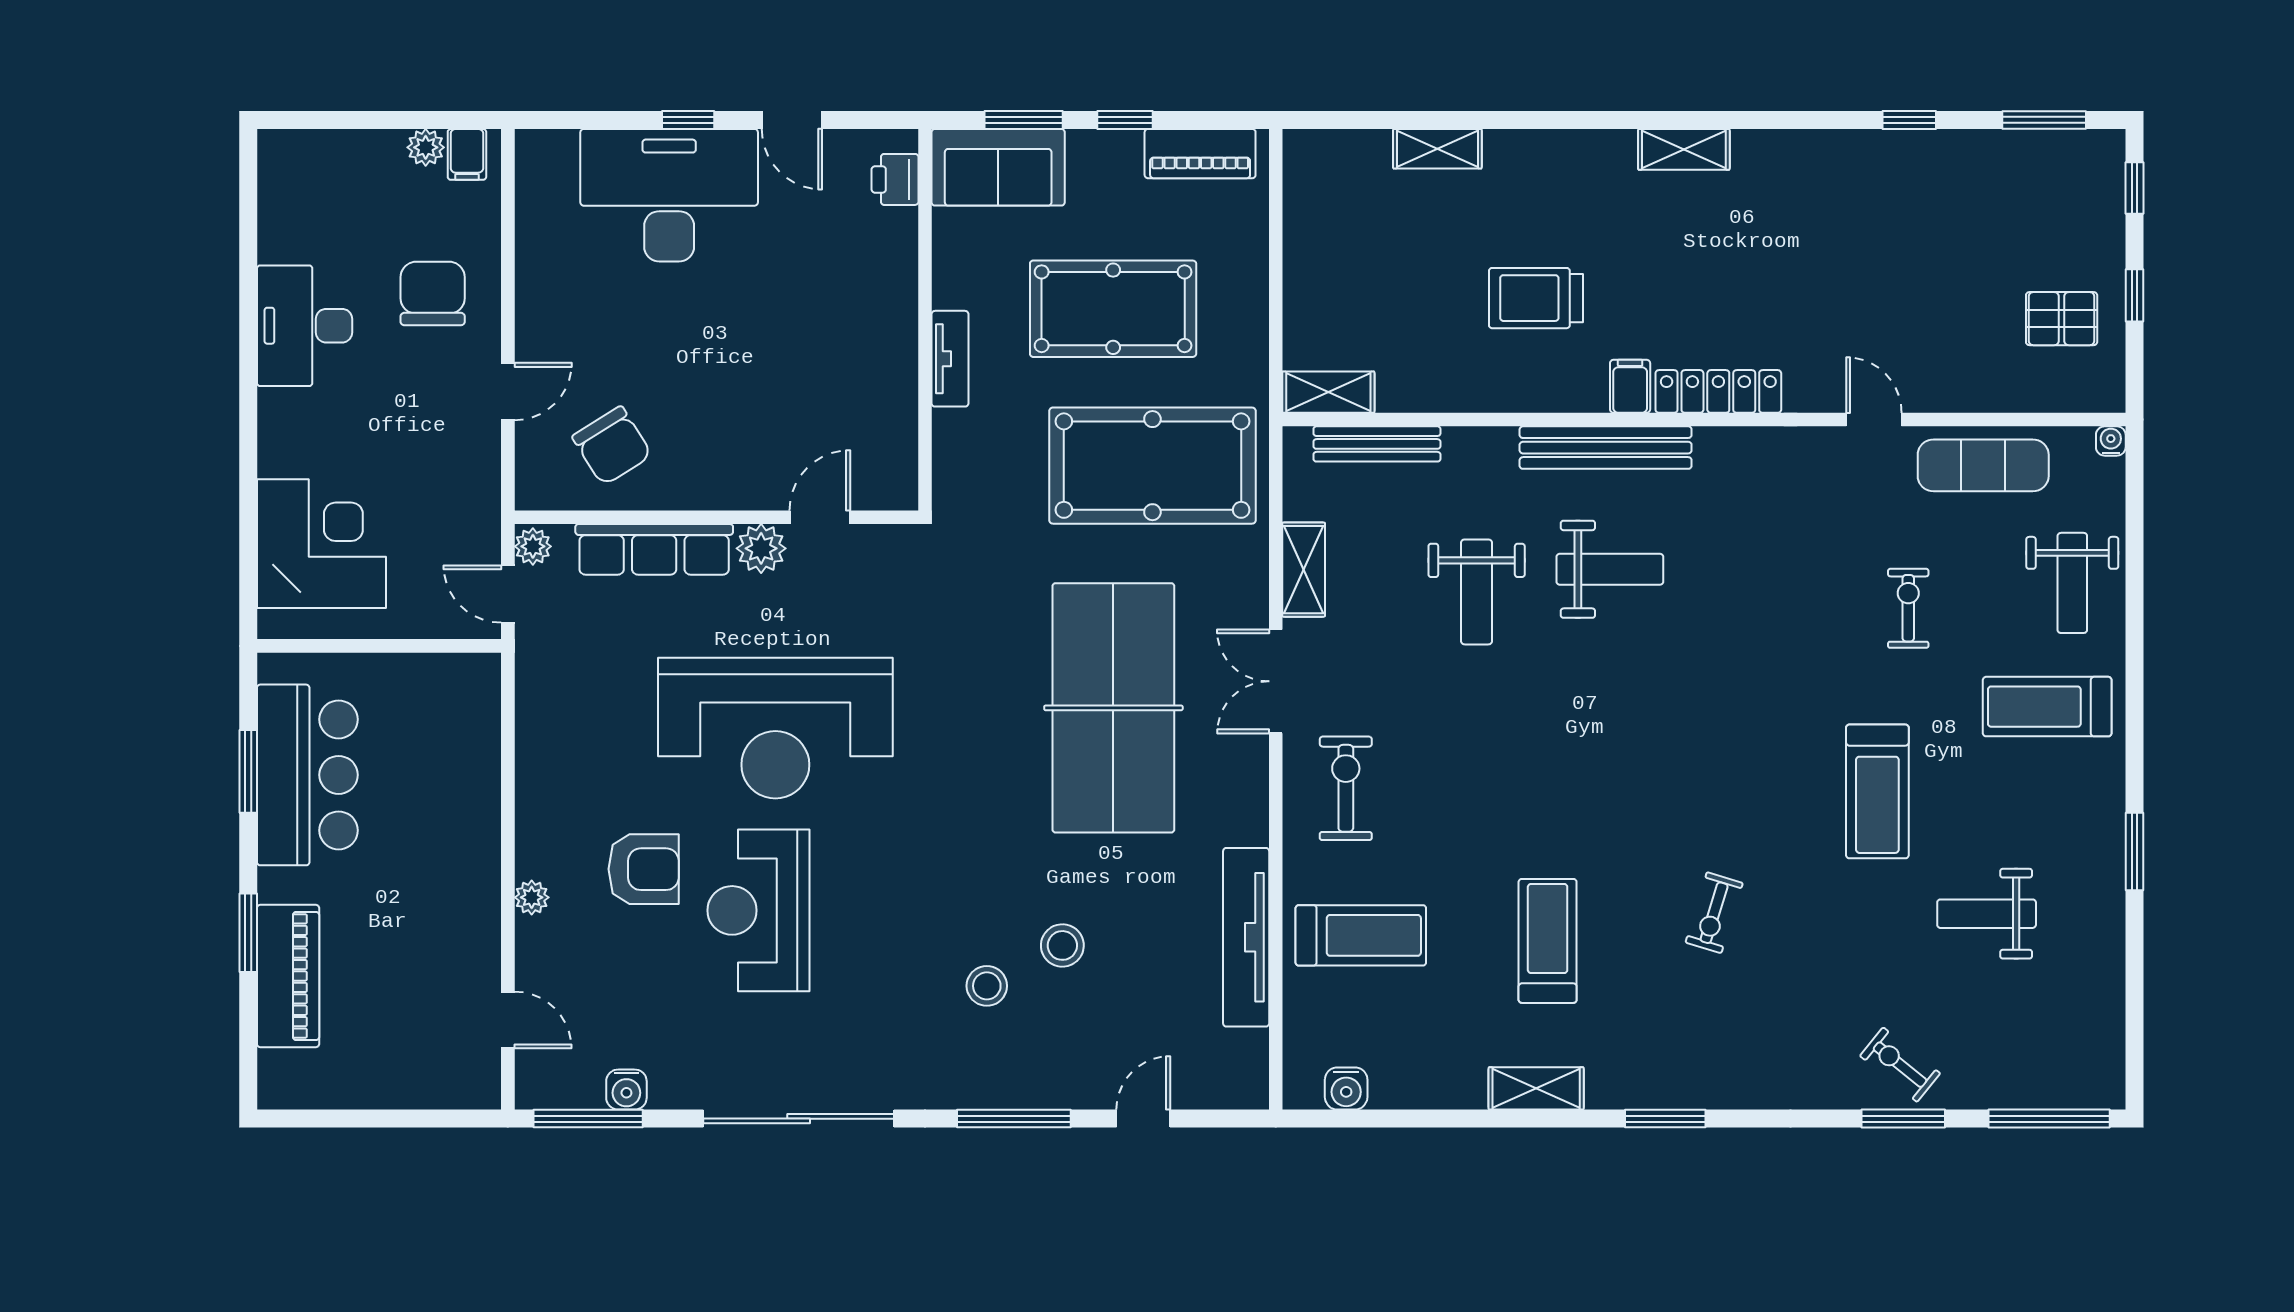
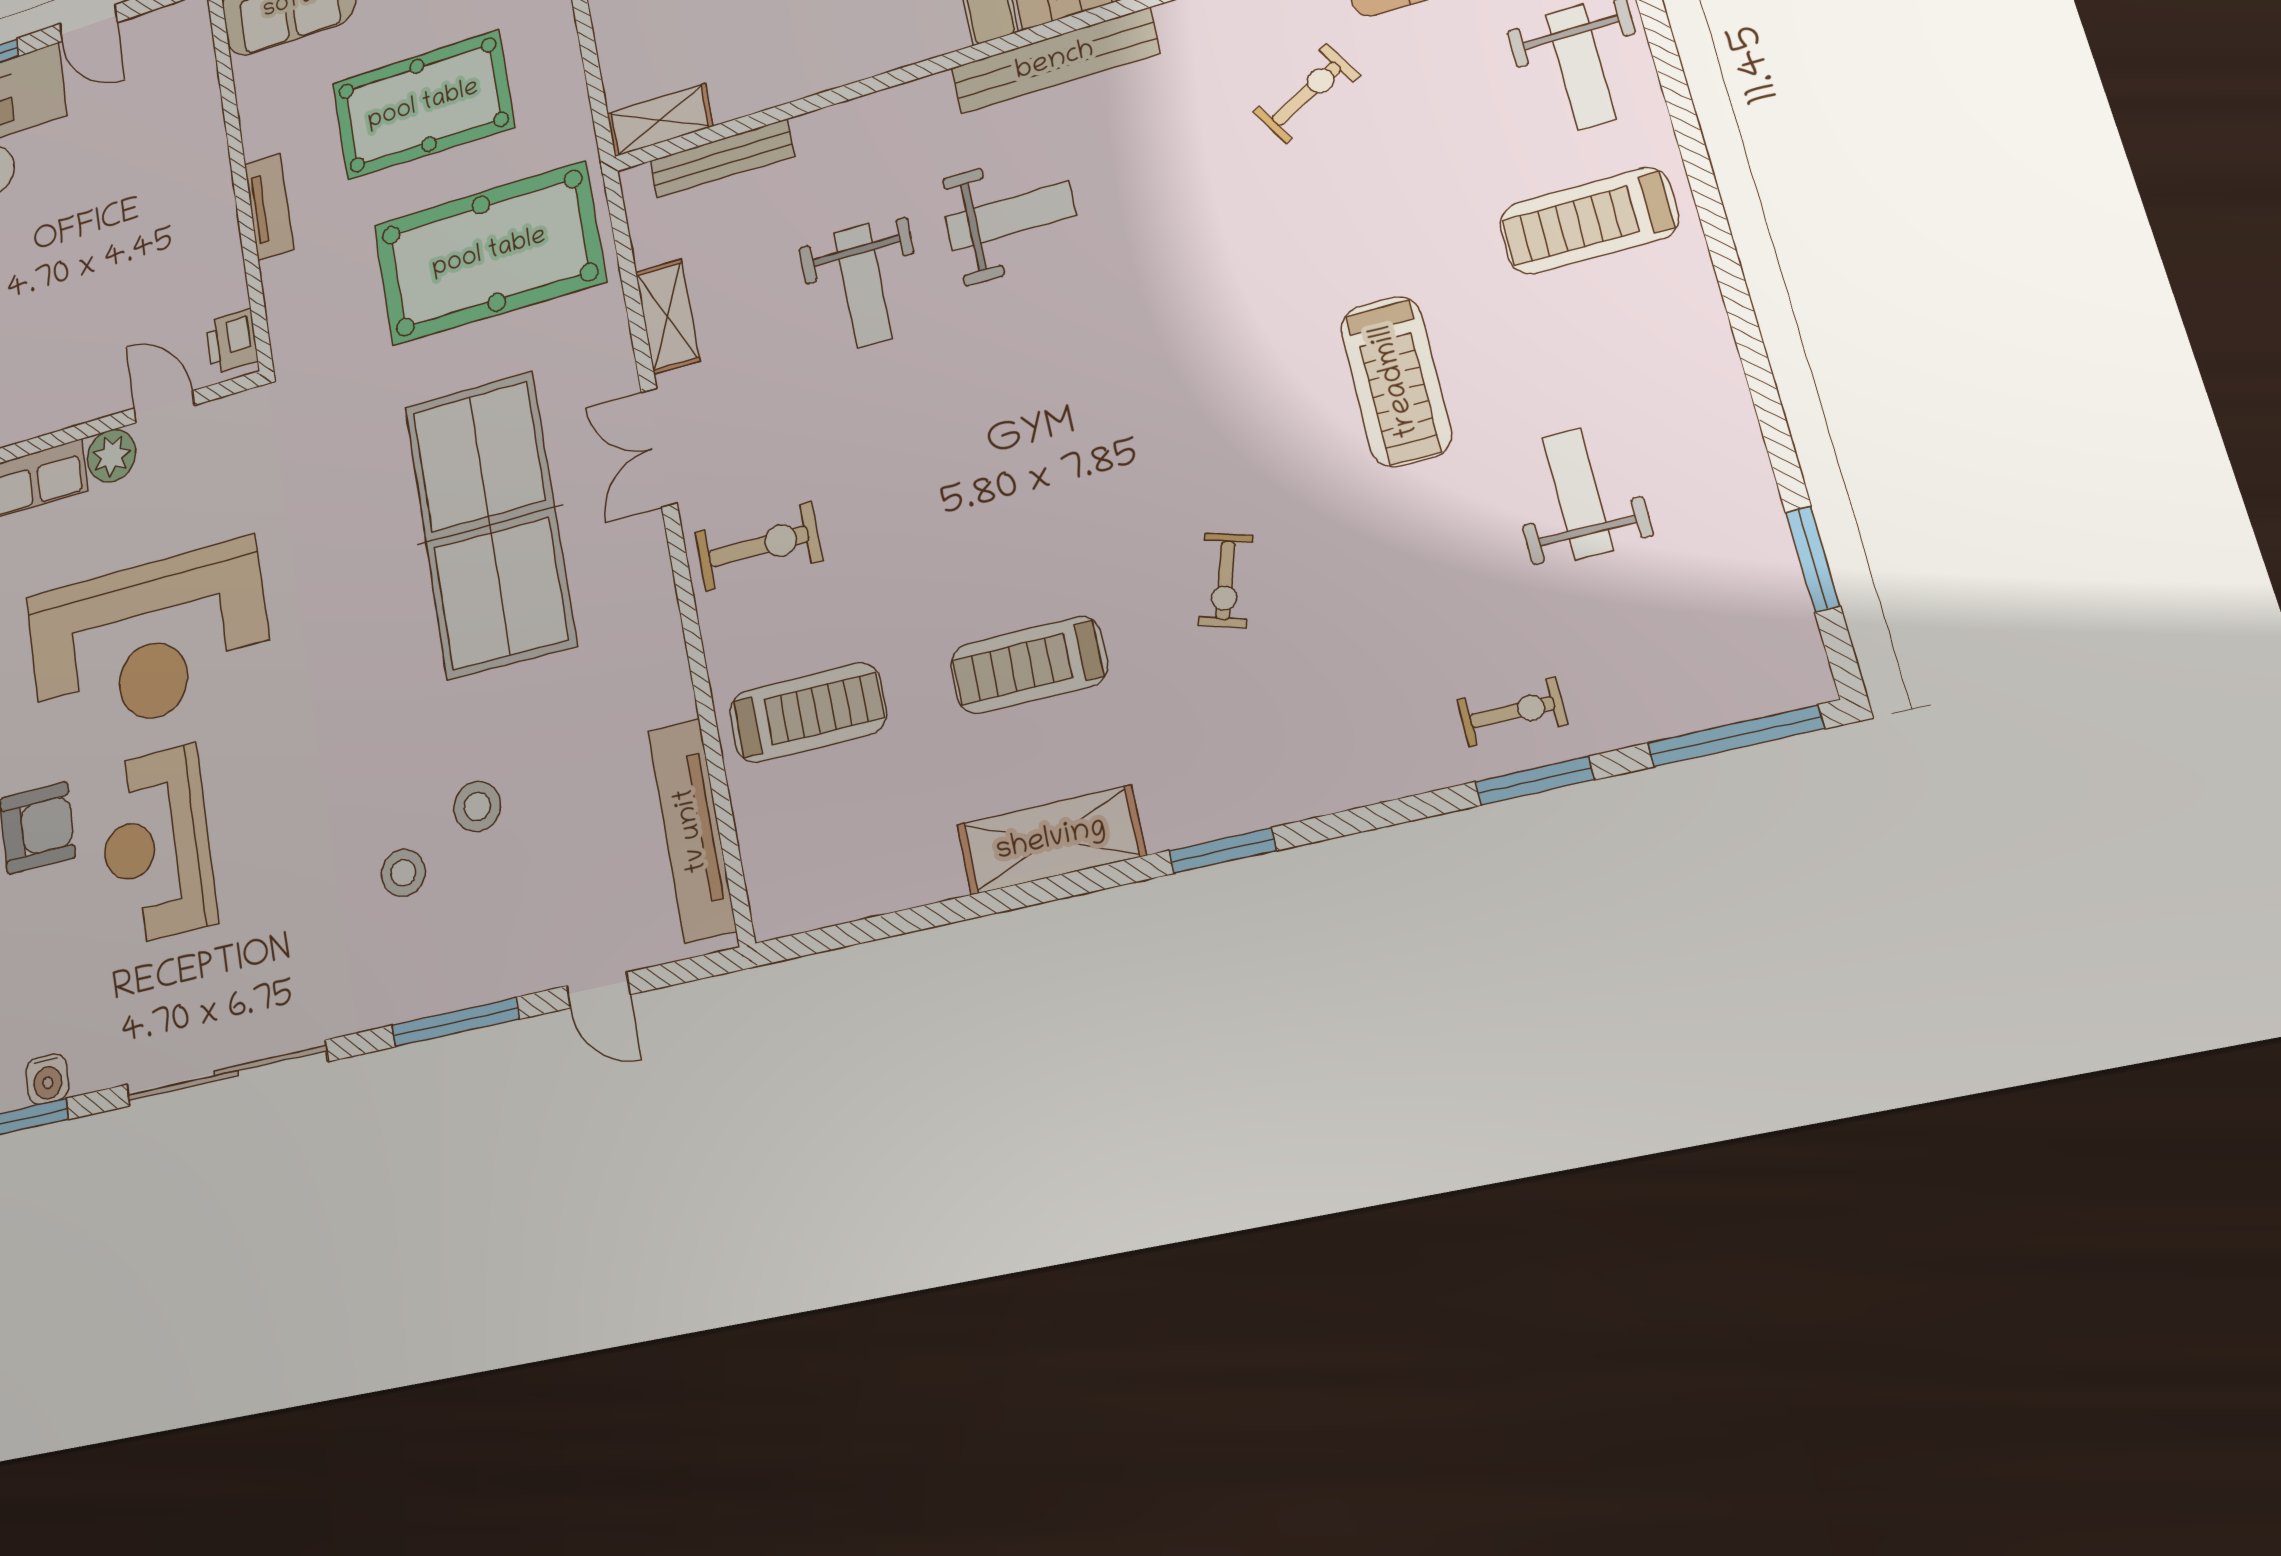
printer: (895, 179) -> (232, 341), moved
bench: (1606, 448) -> (1055, 61), moved
door: (820, 517) -> (164, 407), hinge flipped
exercise bike: (1908, 608) -> (1306, 94), moved, turned 61
exercise bike: (1346, 788) -> (759, 546), turned 90
window: (2134, 852) -> (1813, 559), moved
weight bench: (1987, 914) -> (1578, 494), turned 90
tv unit: (1246, 937) -> (692, 830), moved
treadmill: (1548, 941) -> (1029, 665), turned -90
exercise bike: (1900, 1065) -> (1512, 712), turned 141
water cooler: (1346, 1088) -> (825, 901), removed
shelving: (1536, 1088) -> (1051, 840), width x1.50, depth x1.33
door: (1143, 1119) -> (598, 990), swing flipped

